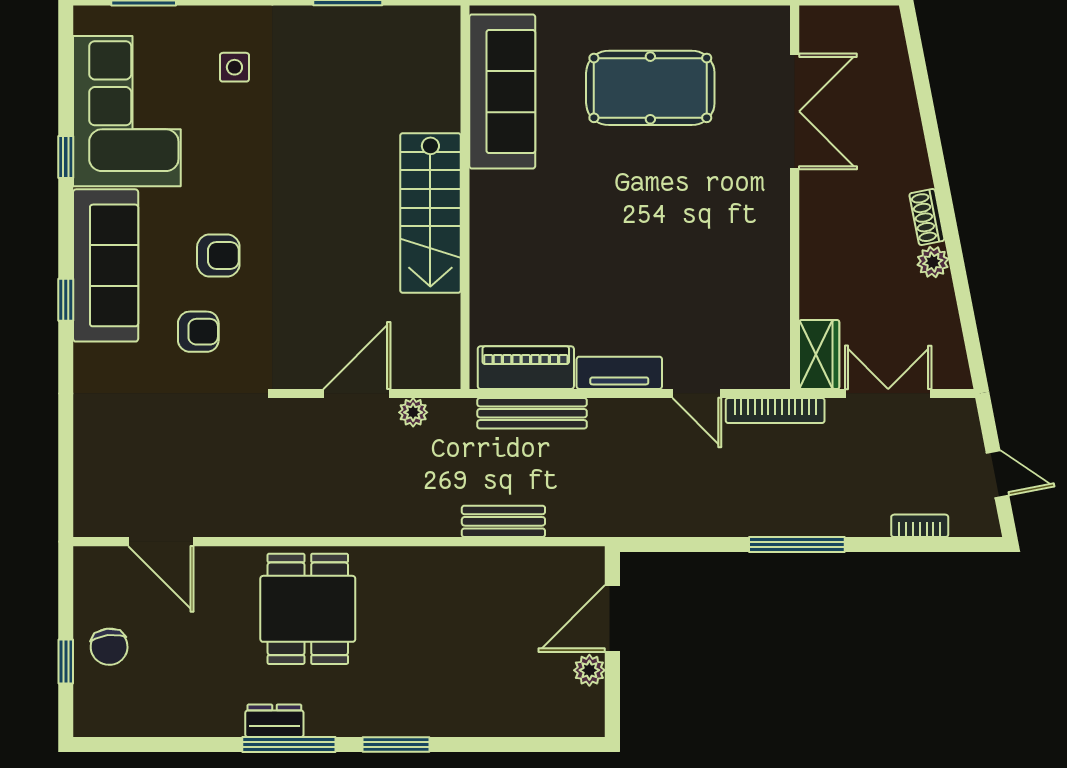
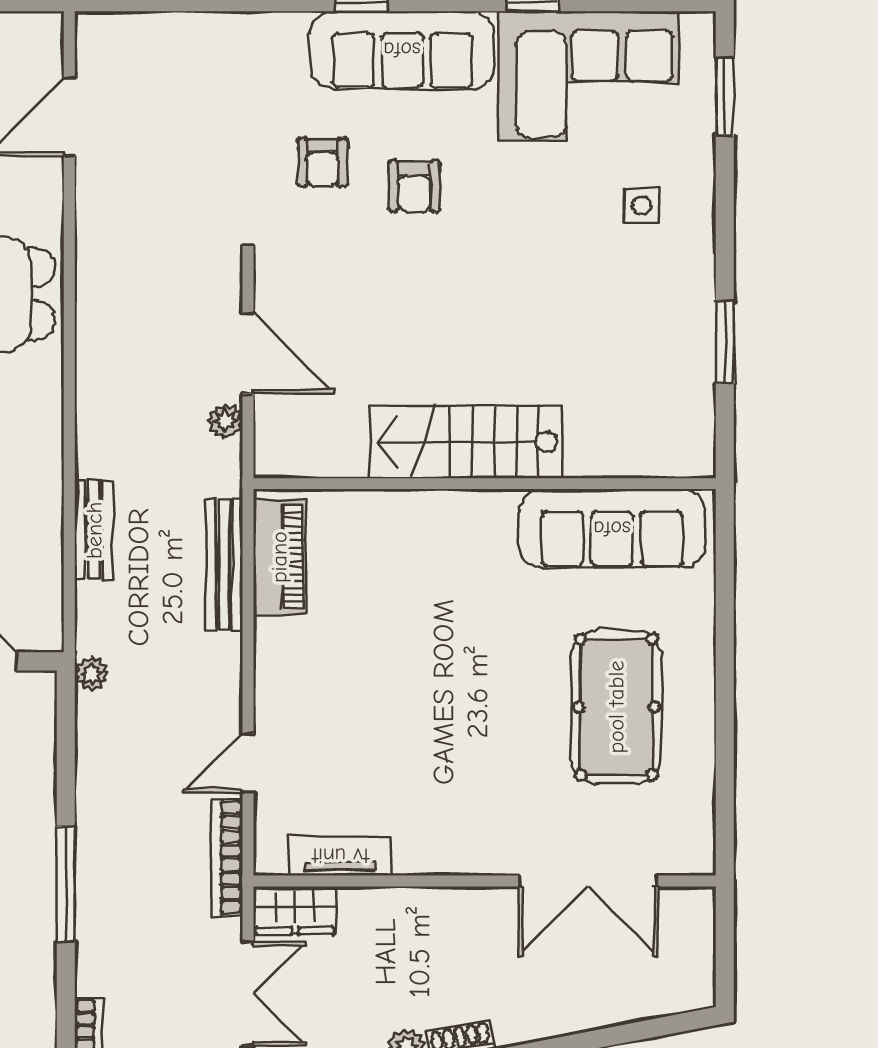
tv unit: (619, 373) -> (340, 856), moved, turned -90
plant: (623, 523) -> (92, 674), added

